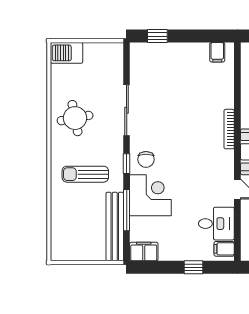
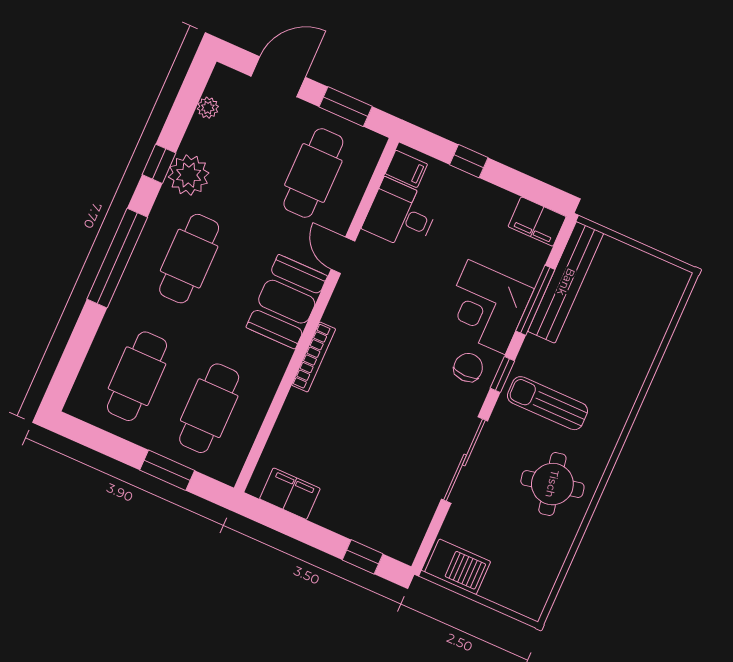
filing cabinet: (217, 52) -> (290, 494), width x2.00
barbecue: (67, 53) -> (458, 567), moved
sun lounger: (85, 174) -> (547, 403), moved, turned 180

